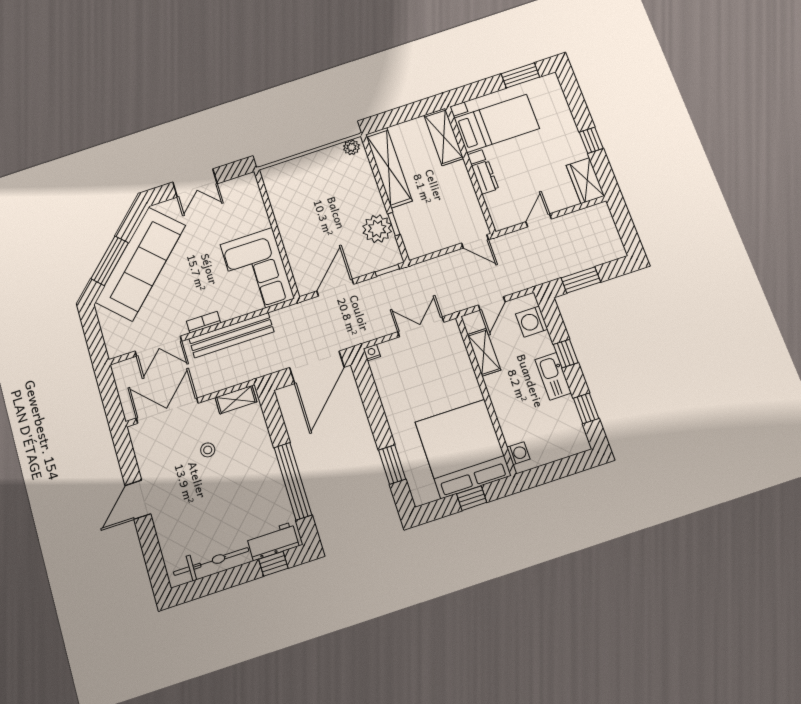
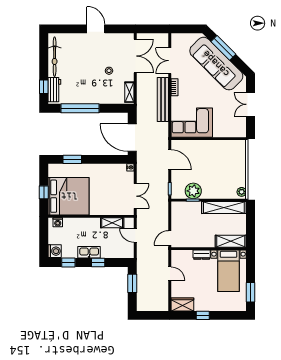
washing machine: (532, 322) -> (55, 251), moved, turned 90

